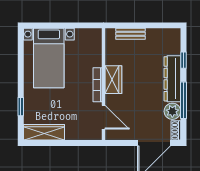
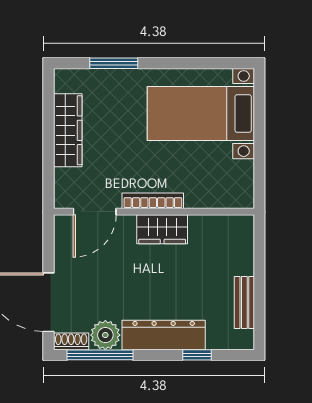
bench: (130, 34) -> (244, 302), moved
window: (183, 100) -> (100, 355), moved
window: (21, 107) -> (114, 63), width x1.50
wardrobe: (44, 132) -> (68, 130), moved

